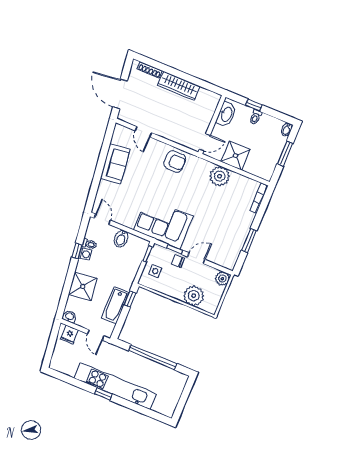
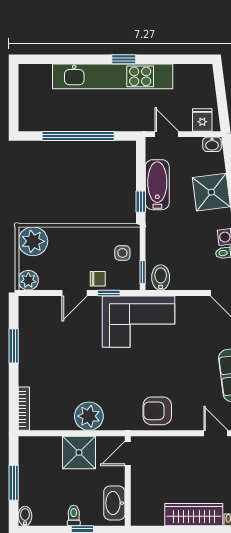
bidet: (121, 239) -> (161, 277), moved
plant: (194, 296) -> (33, 241), moved

